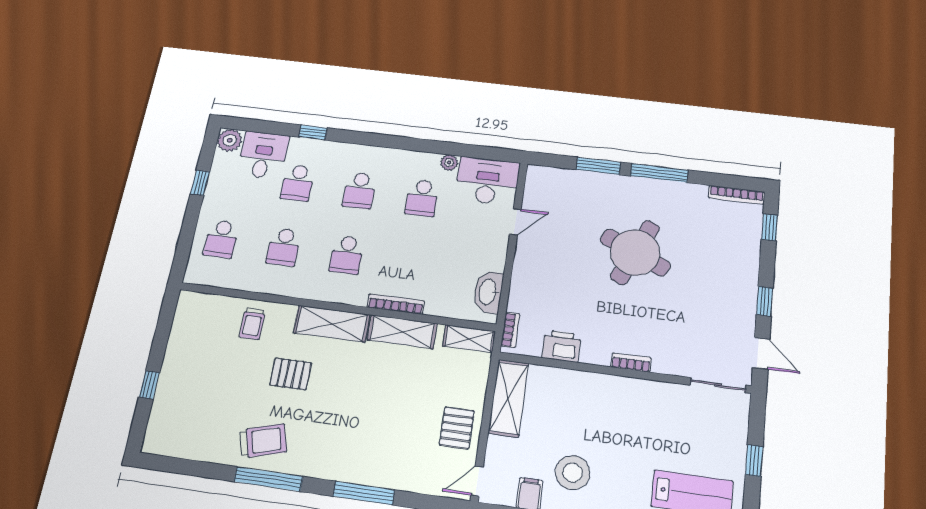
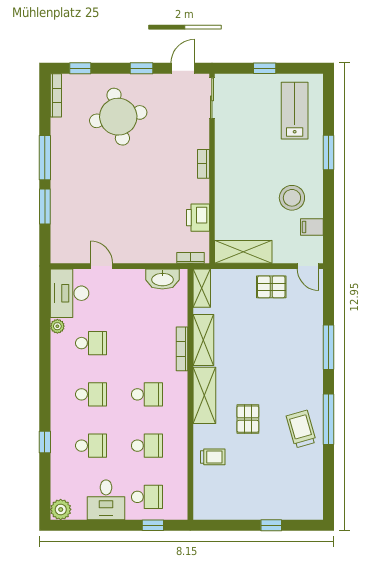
desk: (263, 155) -> (106, 500), moved, turned -90
window: (200, 183) -> (153, 525), moved
round table: (635, 252) -> (118, 117), moved, turned -35

